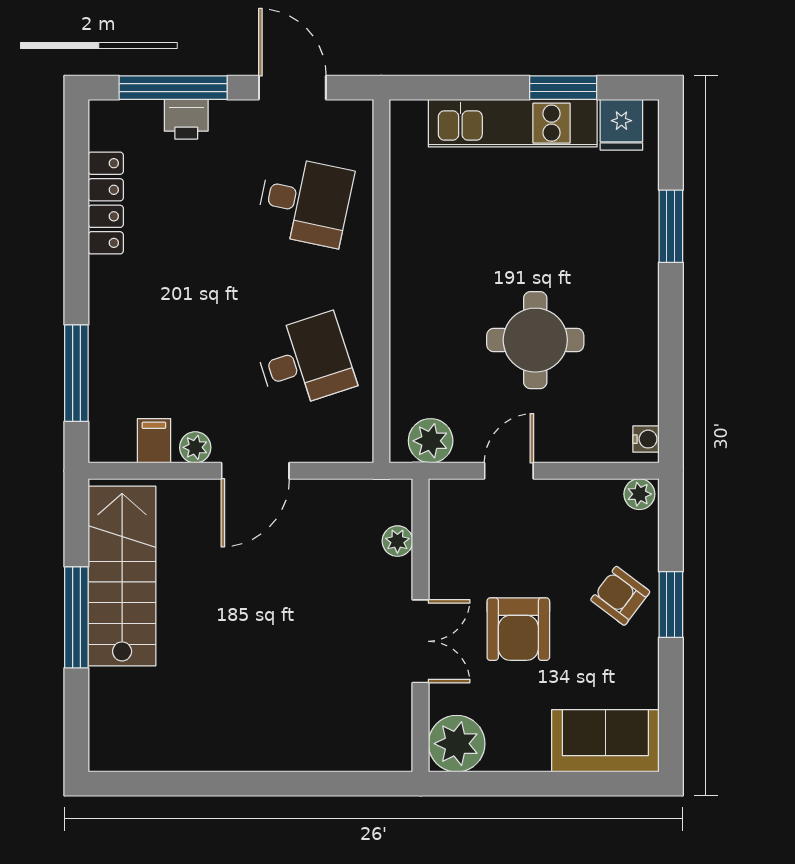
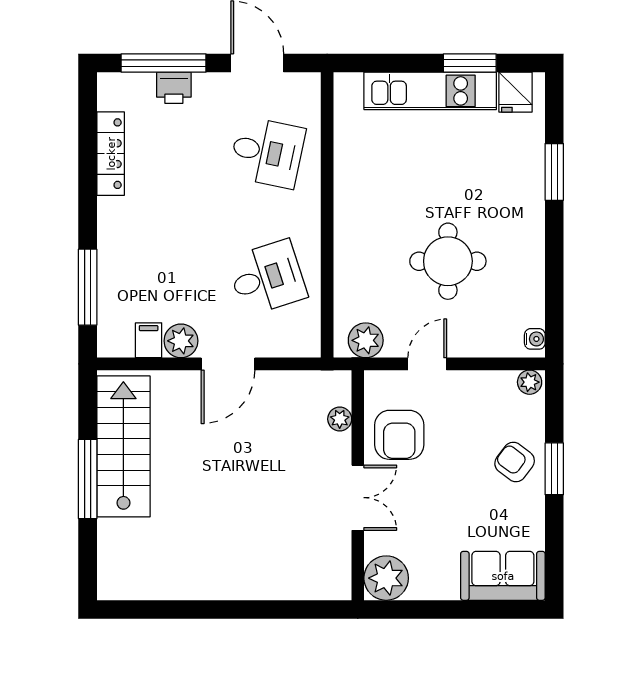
plant: (195, 447) -> (181, 341), width x1.38, depth x1.38
armchair: (518, 629) -> (399, 435), moved

